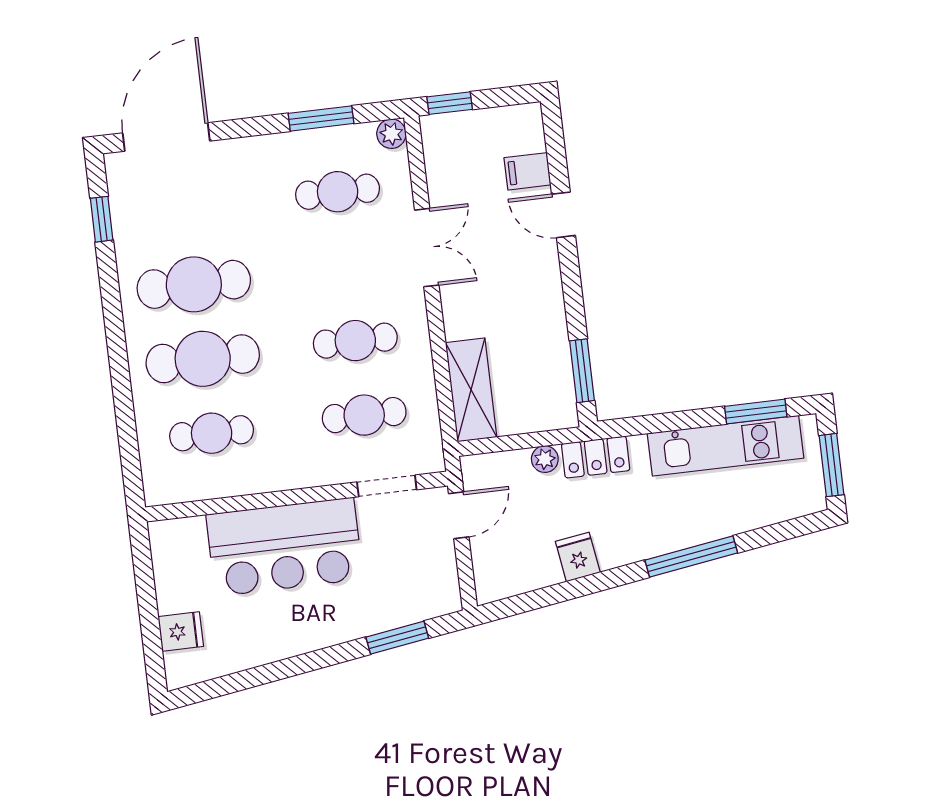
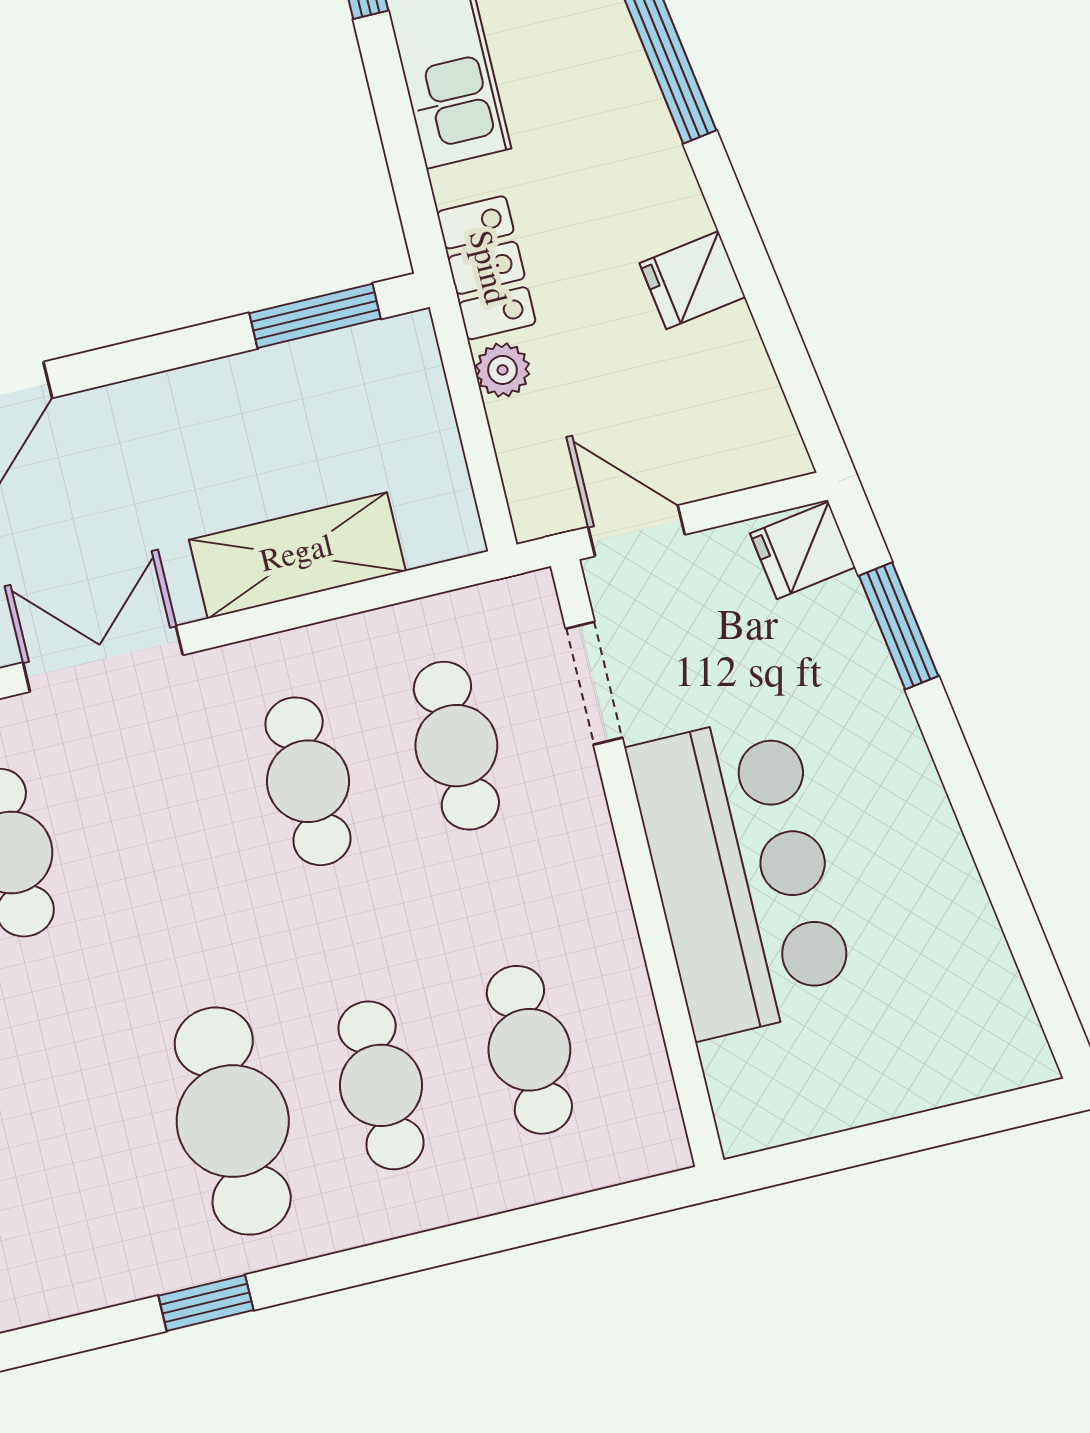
window: (102, 219) -> (206, 1303), moved
cafe table: (203, 359) -> (381, 1085), width x0.73, depth x0.74
shelving: (471, 390) -> (297, 555), moved
fridge: (181, 632) -> (803, 550), moved, turned -99

